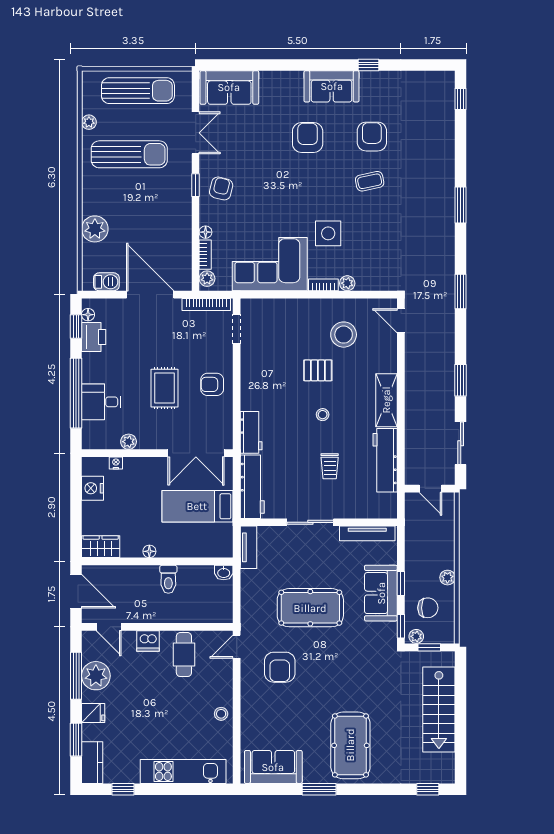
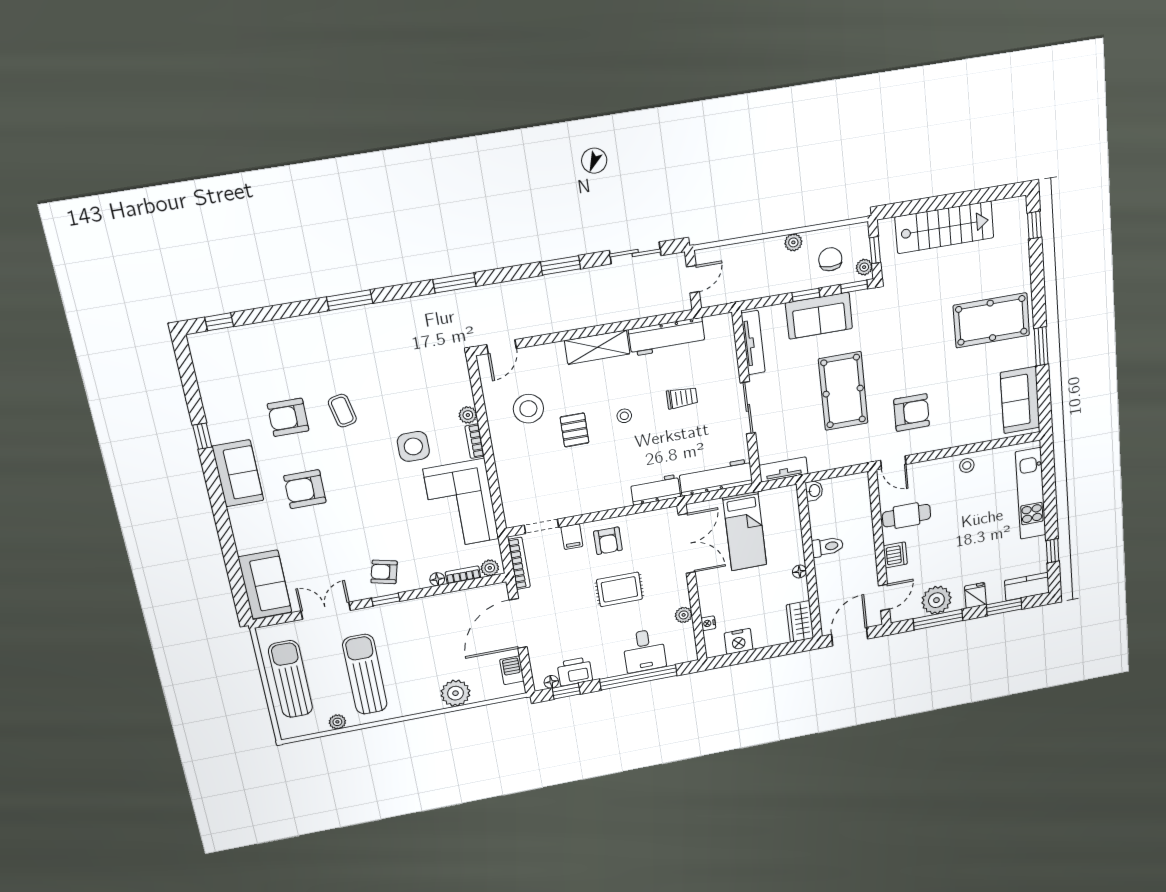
filing cabinet: (222, 354) -> (572, 537), added

